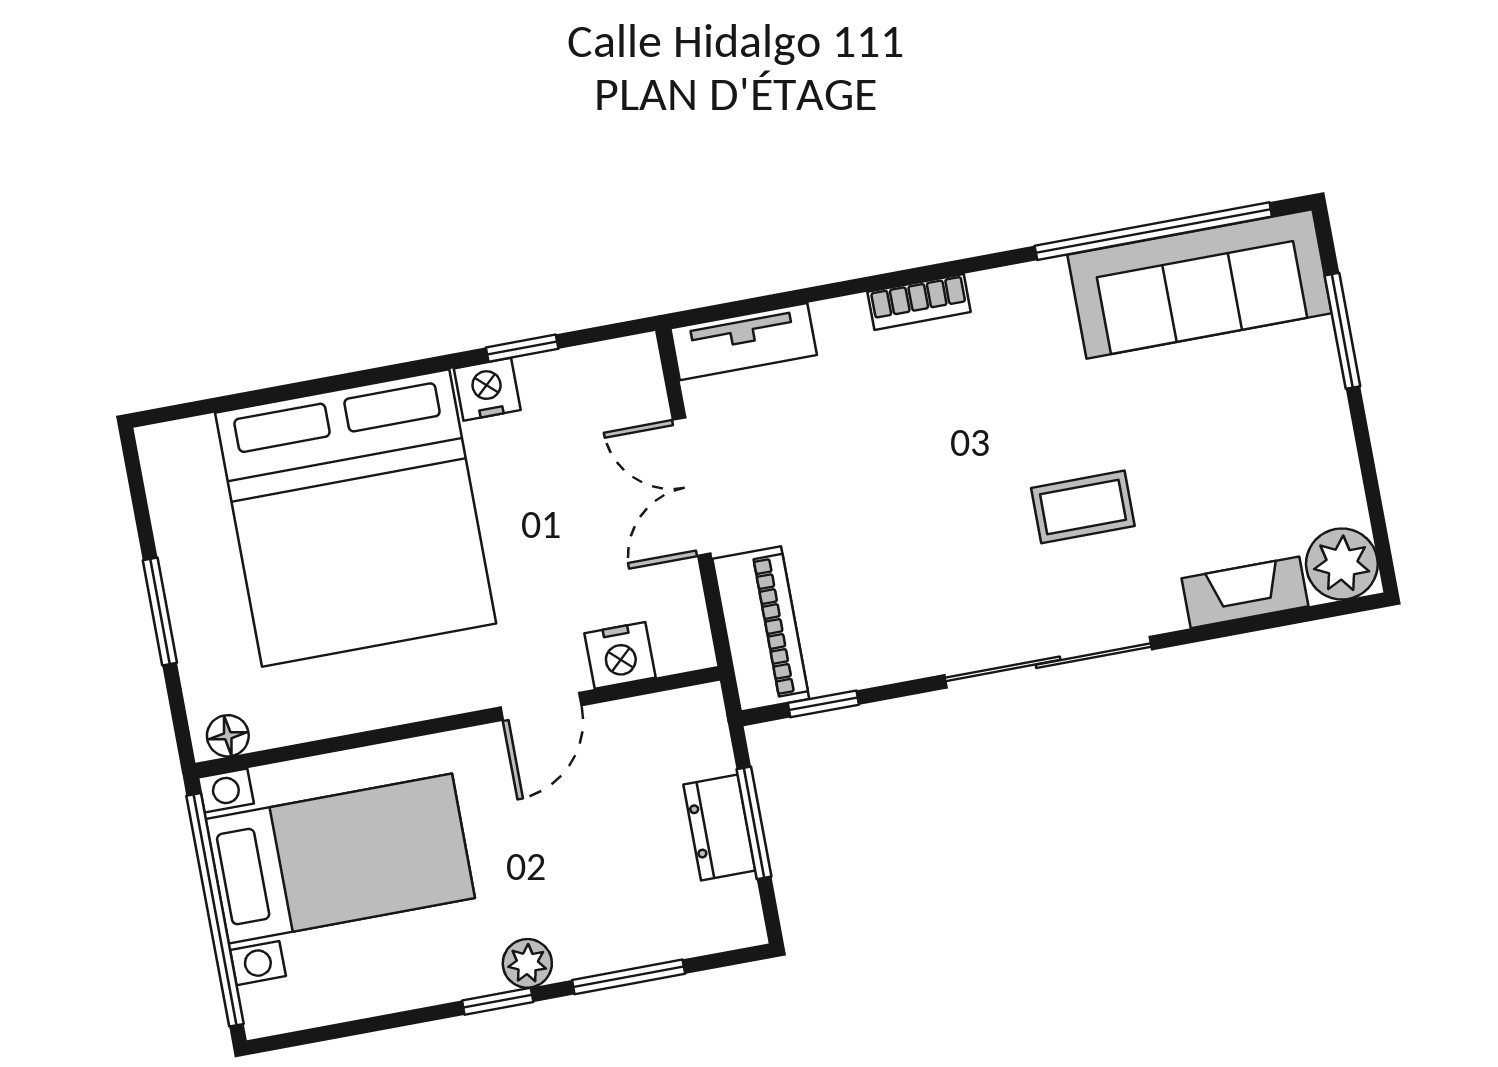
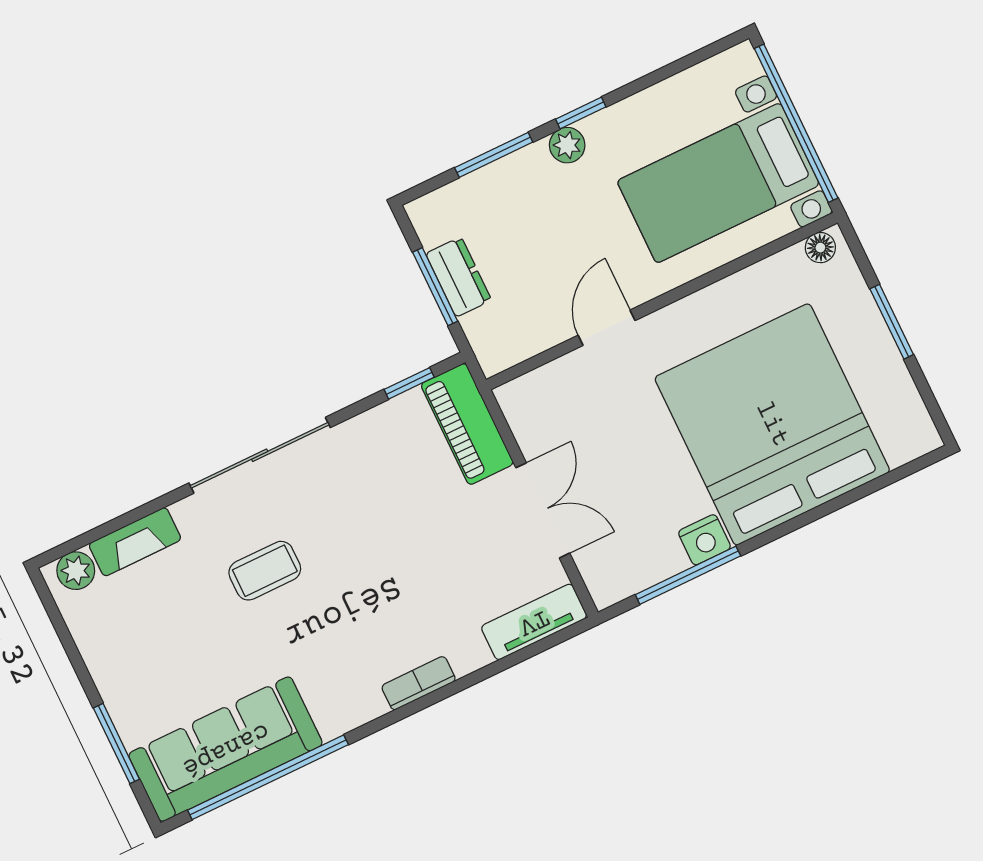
window: (522, 348) -> (688, 575), width x2.17
plant: (1342, 564) -> (76, 571), width x0.73, depth x0.73
nightstand: (620, 655) -> (561, 379), removed

